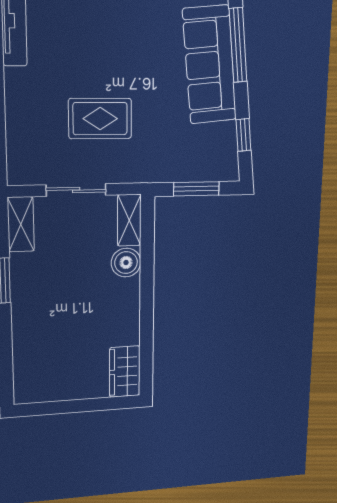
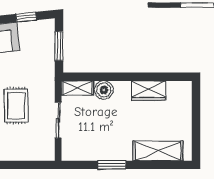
shelving: (21, 224) -> (158, 151), moved, width x1.50, depth x1.33
wardrobe: (125, 372) -> (149, 91), moved

